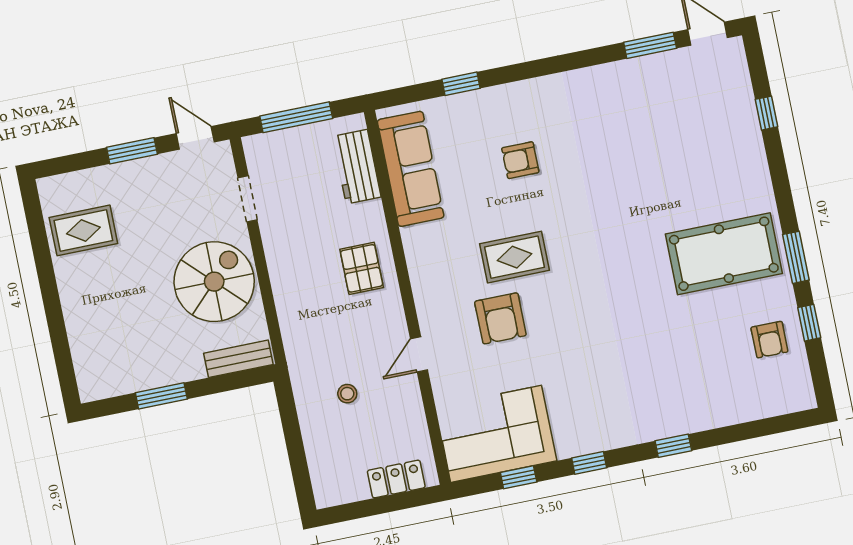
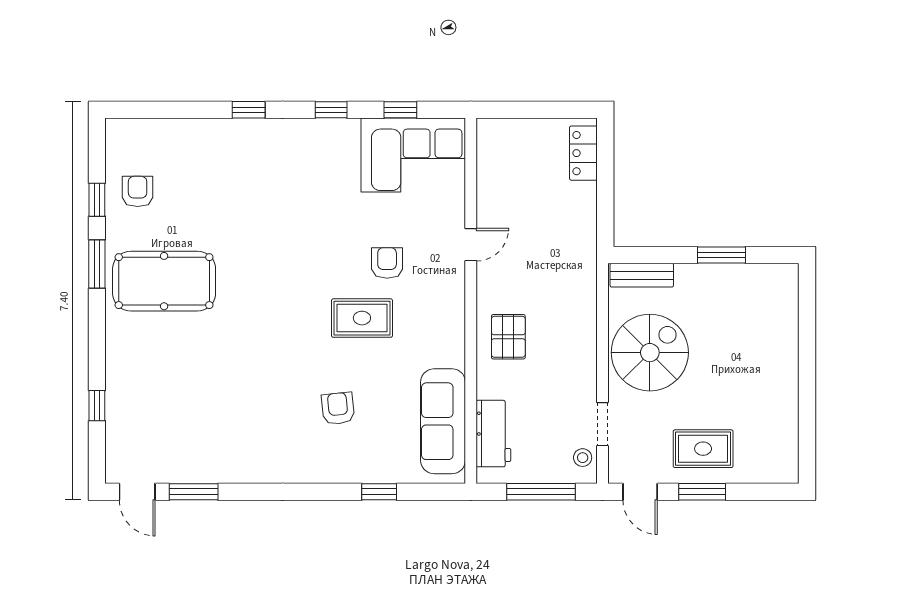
armchair: (520, 160) -> (338, 408), turned -96
rug: (83, 230) -> (703, 449), moved
spiral stairs: (214, 282) -> (650, 353), turned 180
armchair: (500, 318) -> (387, 263), width x0.72, depth x0.72
stool: (347, 394) -> (583, 458), moved
locker: (396, 479) -> (583, 153), moved, turned 90

